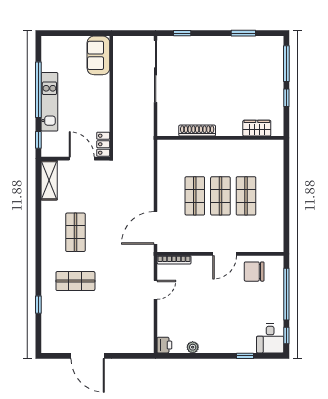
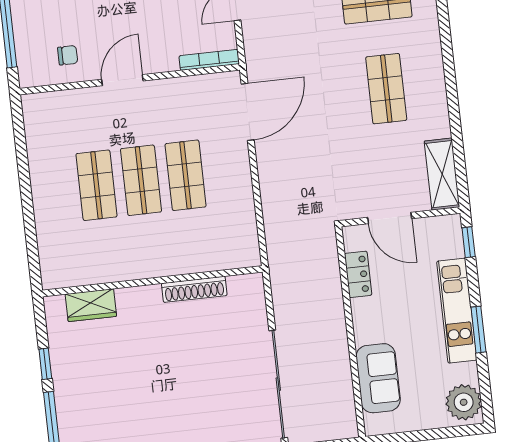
plant: (51, 49) -> (464, 402), added
sofa: (98, 55) -> (378, 378), moved
window: (38, 90) -> (478, 330), width x0.47
locker: (103, 144) -> (358, 274), moved
chair: (254, 272) -> (68, 55), width x0.54, depth x0.54

